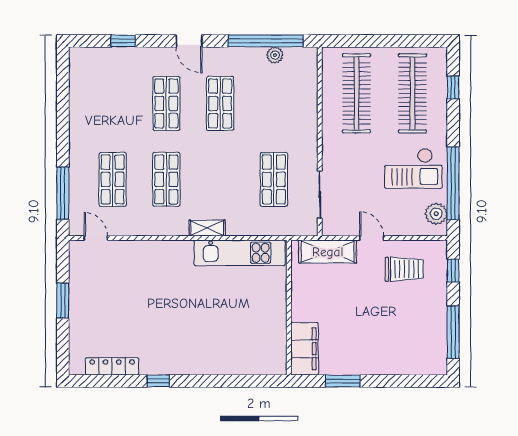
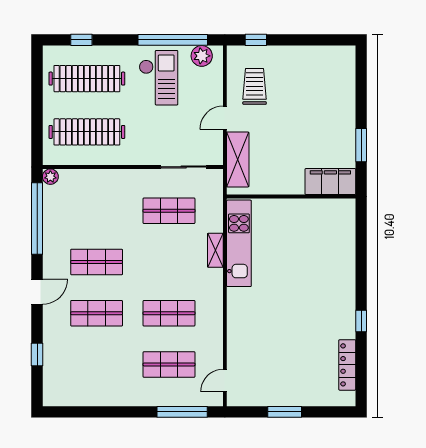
plant: (275, 55) -> (50, 177), moved
shelving: (207, 228) -> (215, 250), moved
window: (453, 332) -> (315, 40), removed

